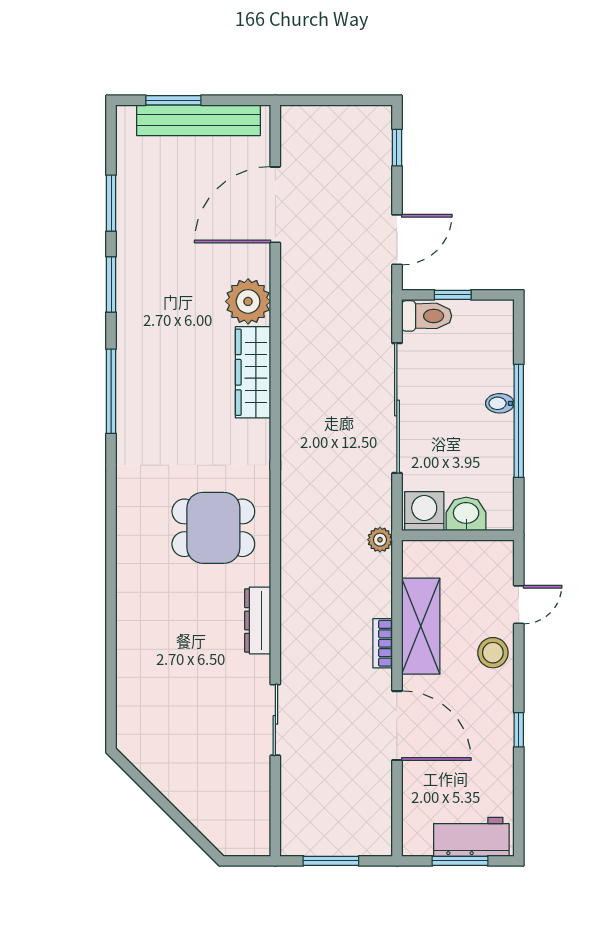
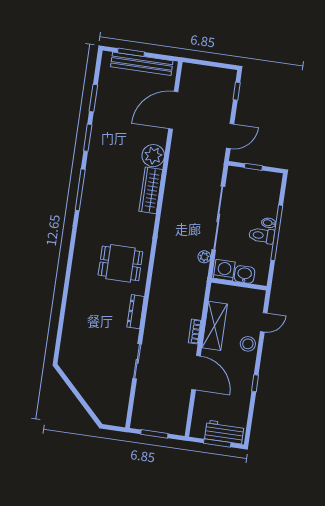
toilet: (427, 316) -> (262, 235), moved, turned 180
plant: (380, 540) -> (204, 257), moved

